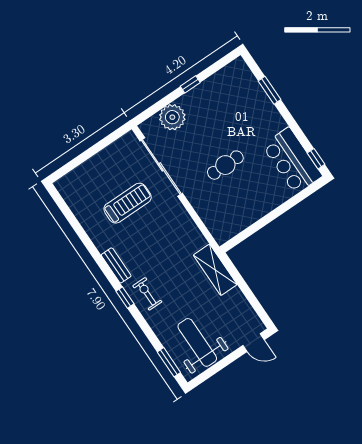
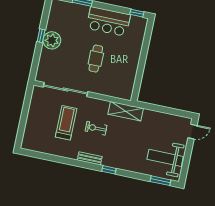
plant: (172, 117) -> (52, 40), moved
bar counter: (292, 161) -> (108, 21), moved
shelving: (215, 270) -> (126, 111), moved
exercise bike: (147, 294) -> (96, 128), moved

